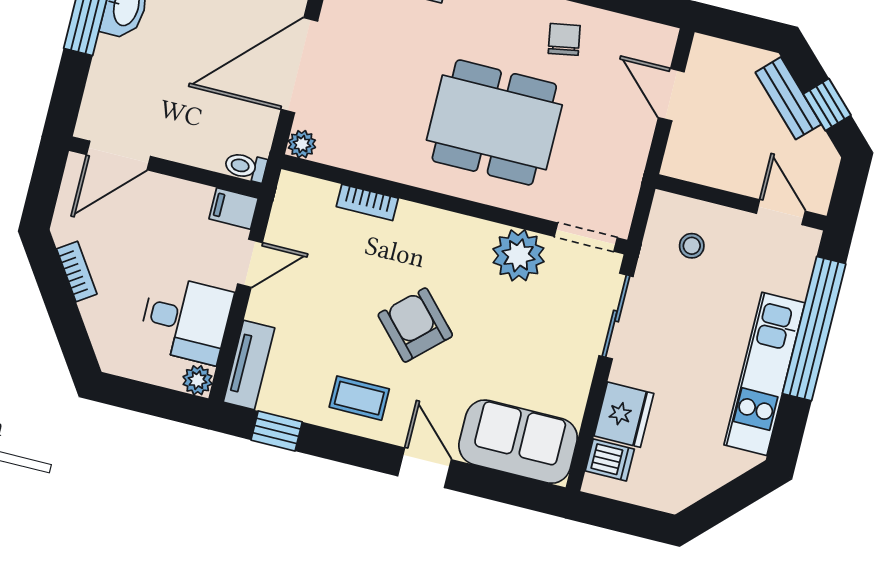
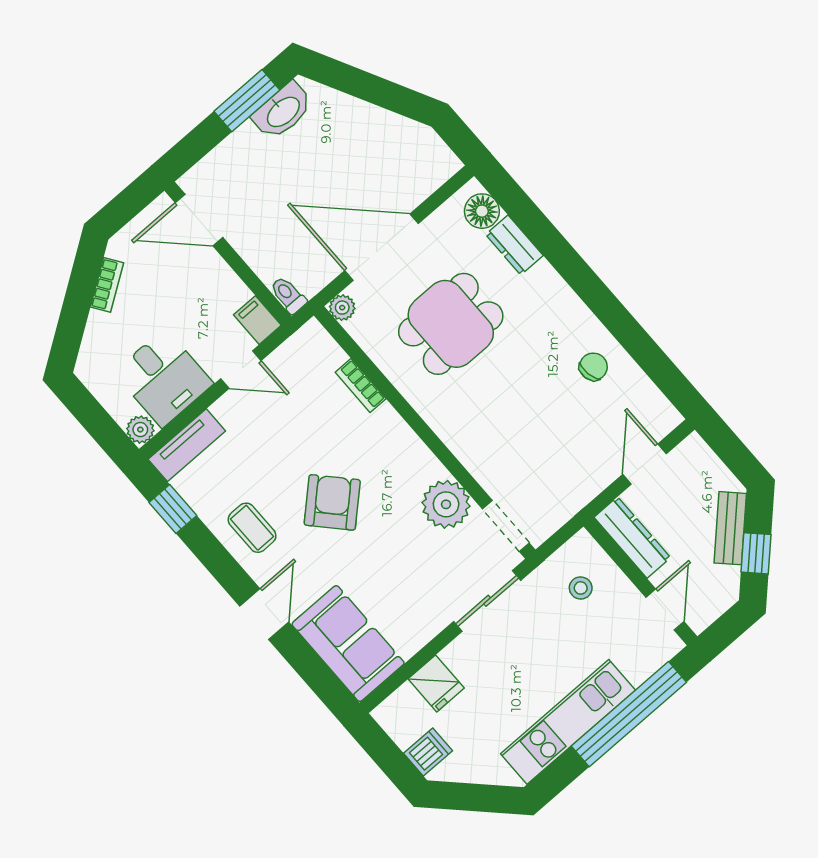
dining table: (494, 122) -> (451, 324), moved, width x0.73
dresser: (706, 168) -> (632, 537), added
fridge: (624, 415) -> (436, 683), width x0.72
dishwasher: (610, 460) -> (428, 752), moved, turned -90

